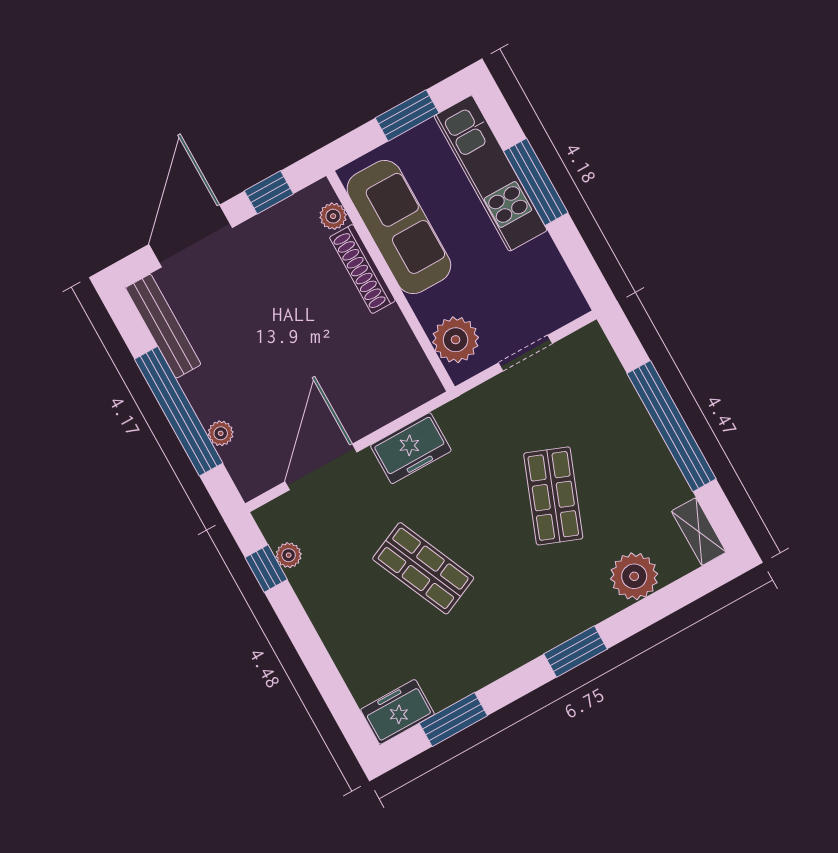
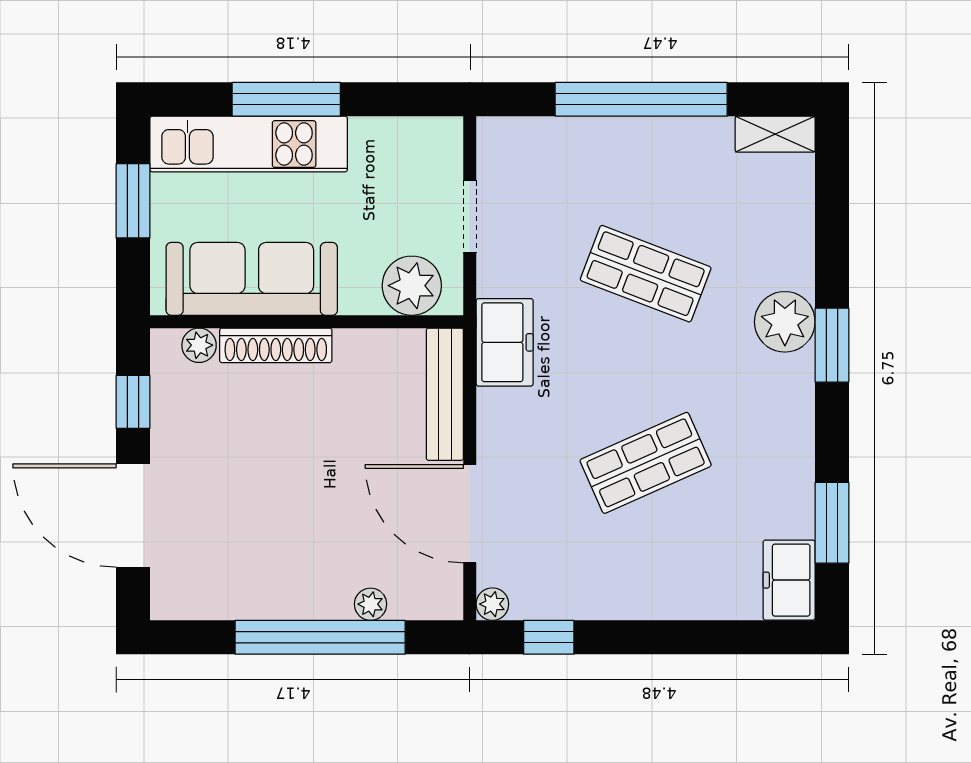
bench: (163, 326) -> (445, 394), moved, turned 90
freezer: (411, 448) -> (505, 342), moved
plant: (289, 555) -> (492, 604), moved
plant: (634, 576) -> (785, 322), moved

